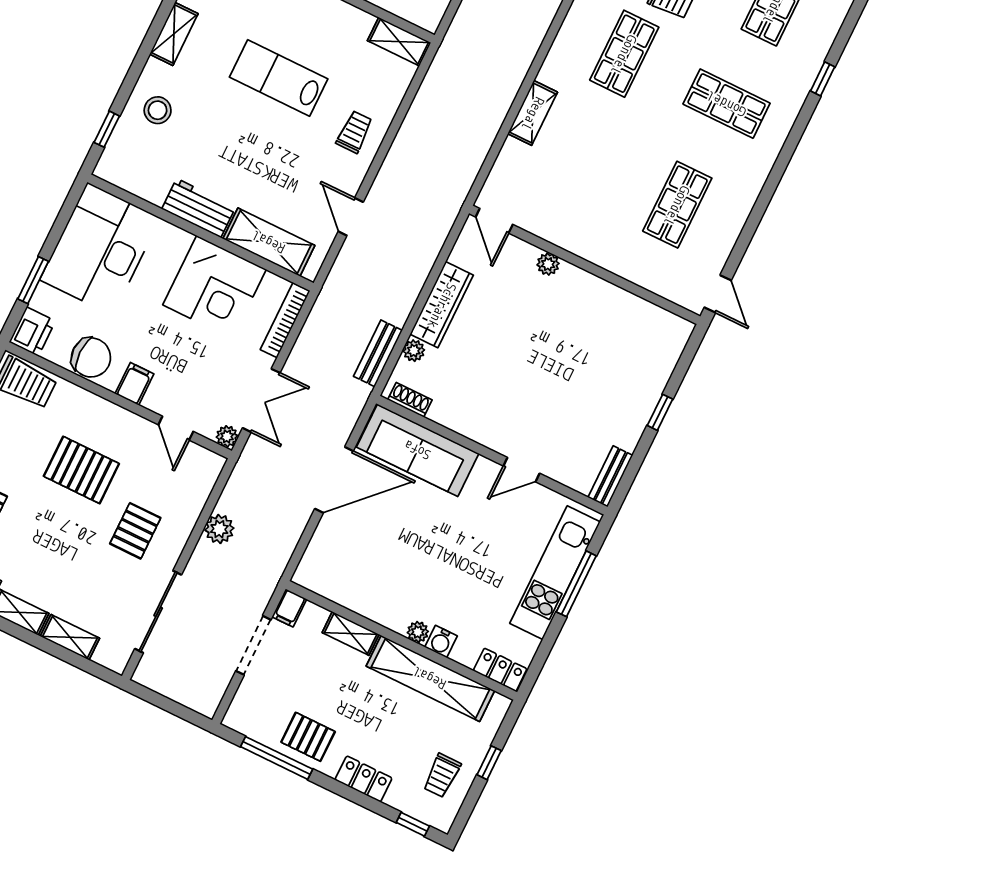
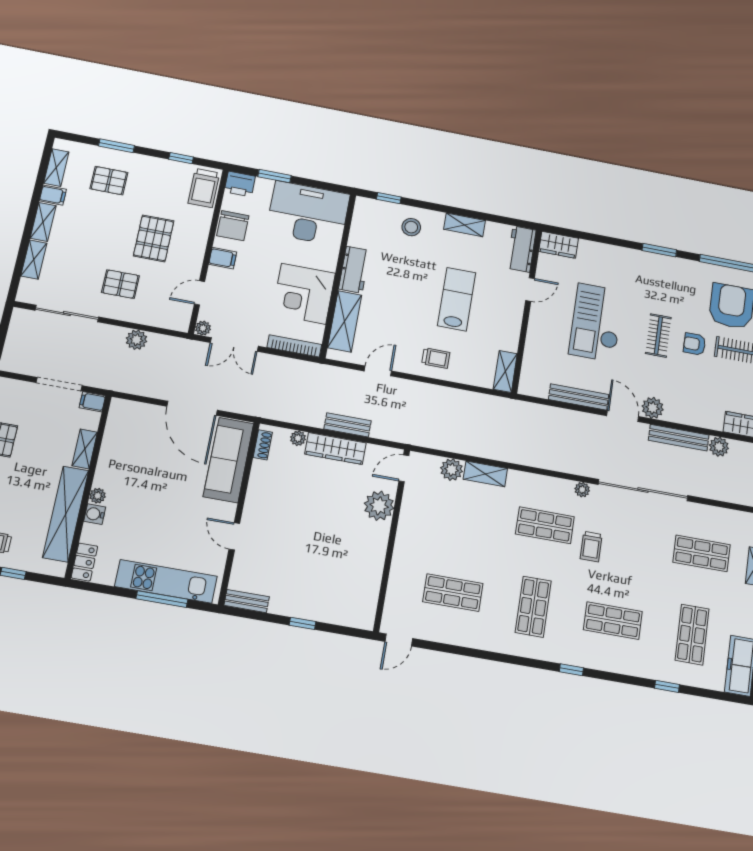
plant: (514, 157) -> (452, 470), added
plant: (548, 264) -> (379, 506), width x1.87, depth x1.87
bench: (378, 353) -> (348, 425), moved

